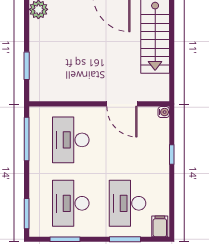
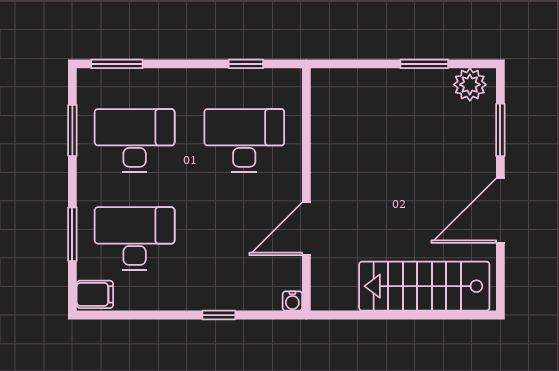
window: (27, 66) -> (424, 64), moved
window: (27, 139) -> (246, 64), width x0.46

